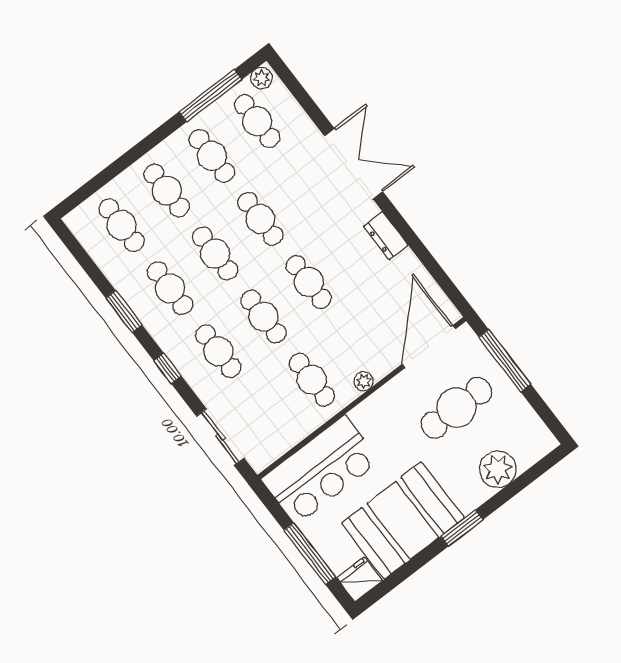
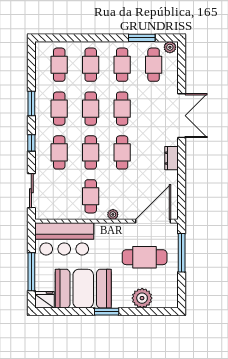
window: (211, 96) -> (142, 38), width x0.69

